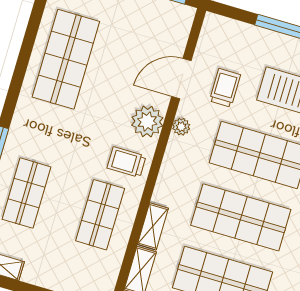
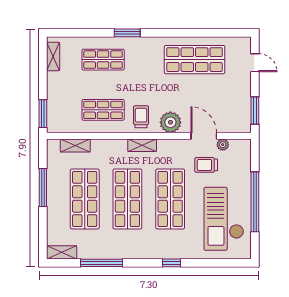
trolley: (225, 88) -> (206, 165), turned 180
plant: (181, 127) -> (223, 145), moved
shelving: (153, 226) -> (142, 145), moved

